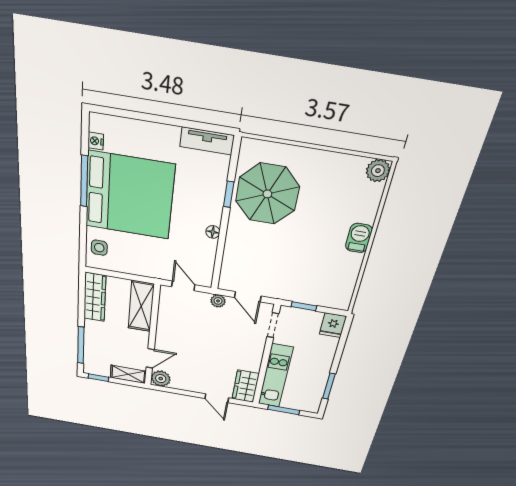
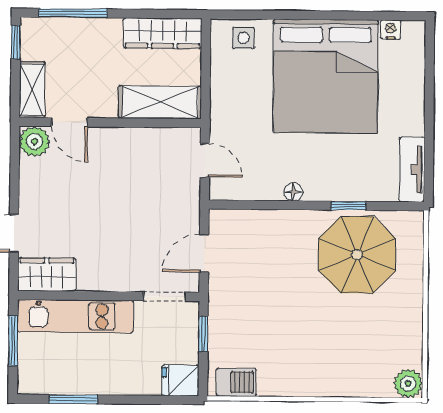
window: (84, 181) -> (336, 15), removed
barbecue: (359, 238) -> (236, 382), moved
door: (183, 286) -> (205, 160), hinge flipped
plant: (218, 301) -> (190, 213), removed

